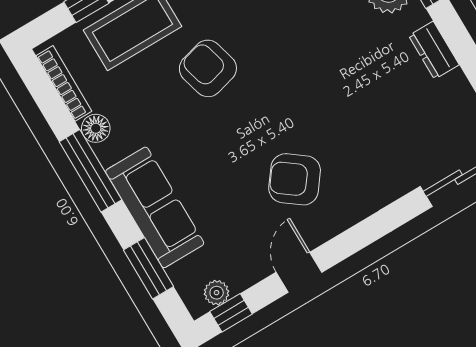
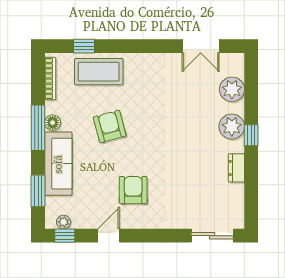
armchair: (208, 68) -> (110, 126), moved
floor lamp: (96, 128) -> (53, 123), moved
armchair: (295, 179) -> (133, 190), turned 53

